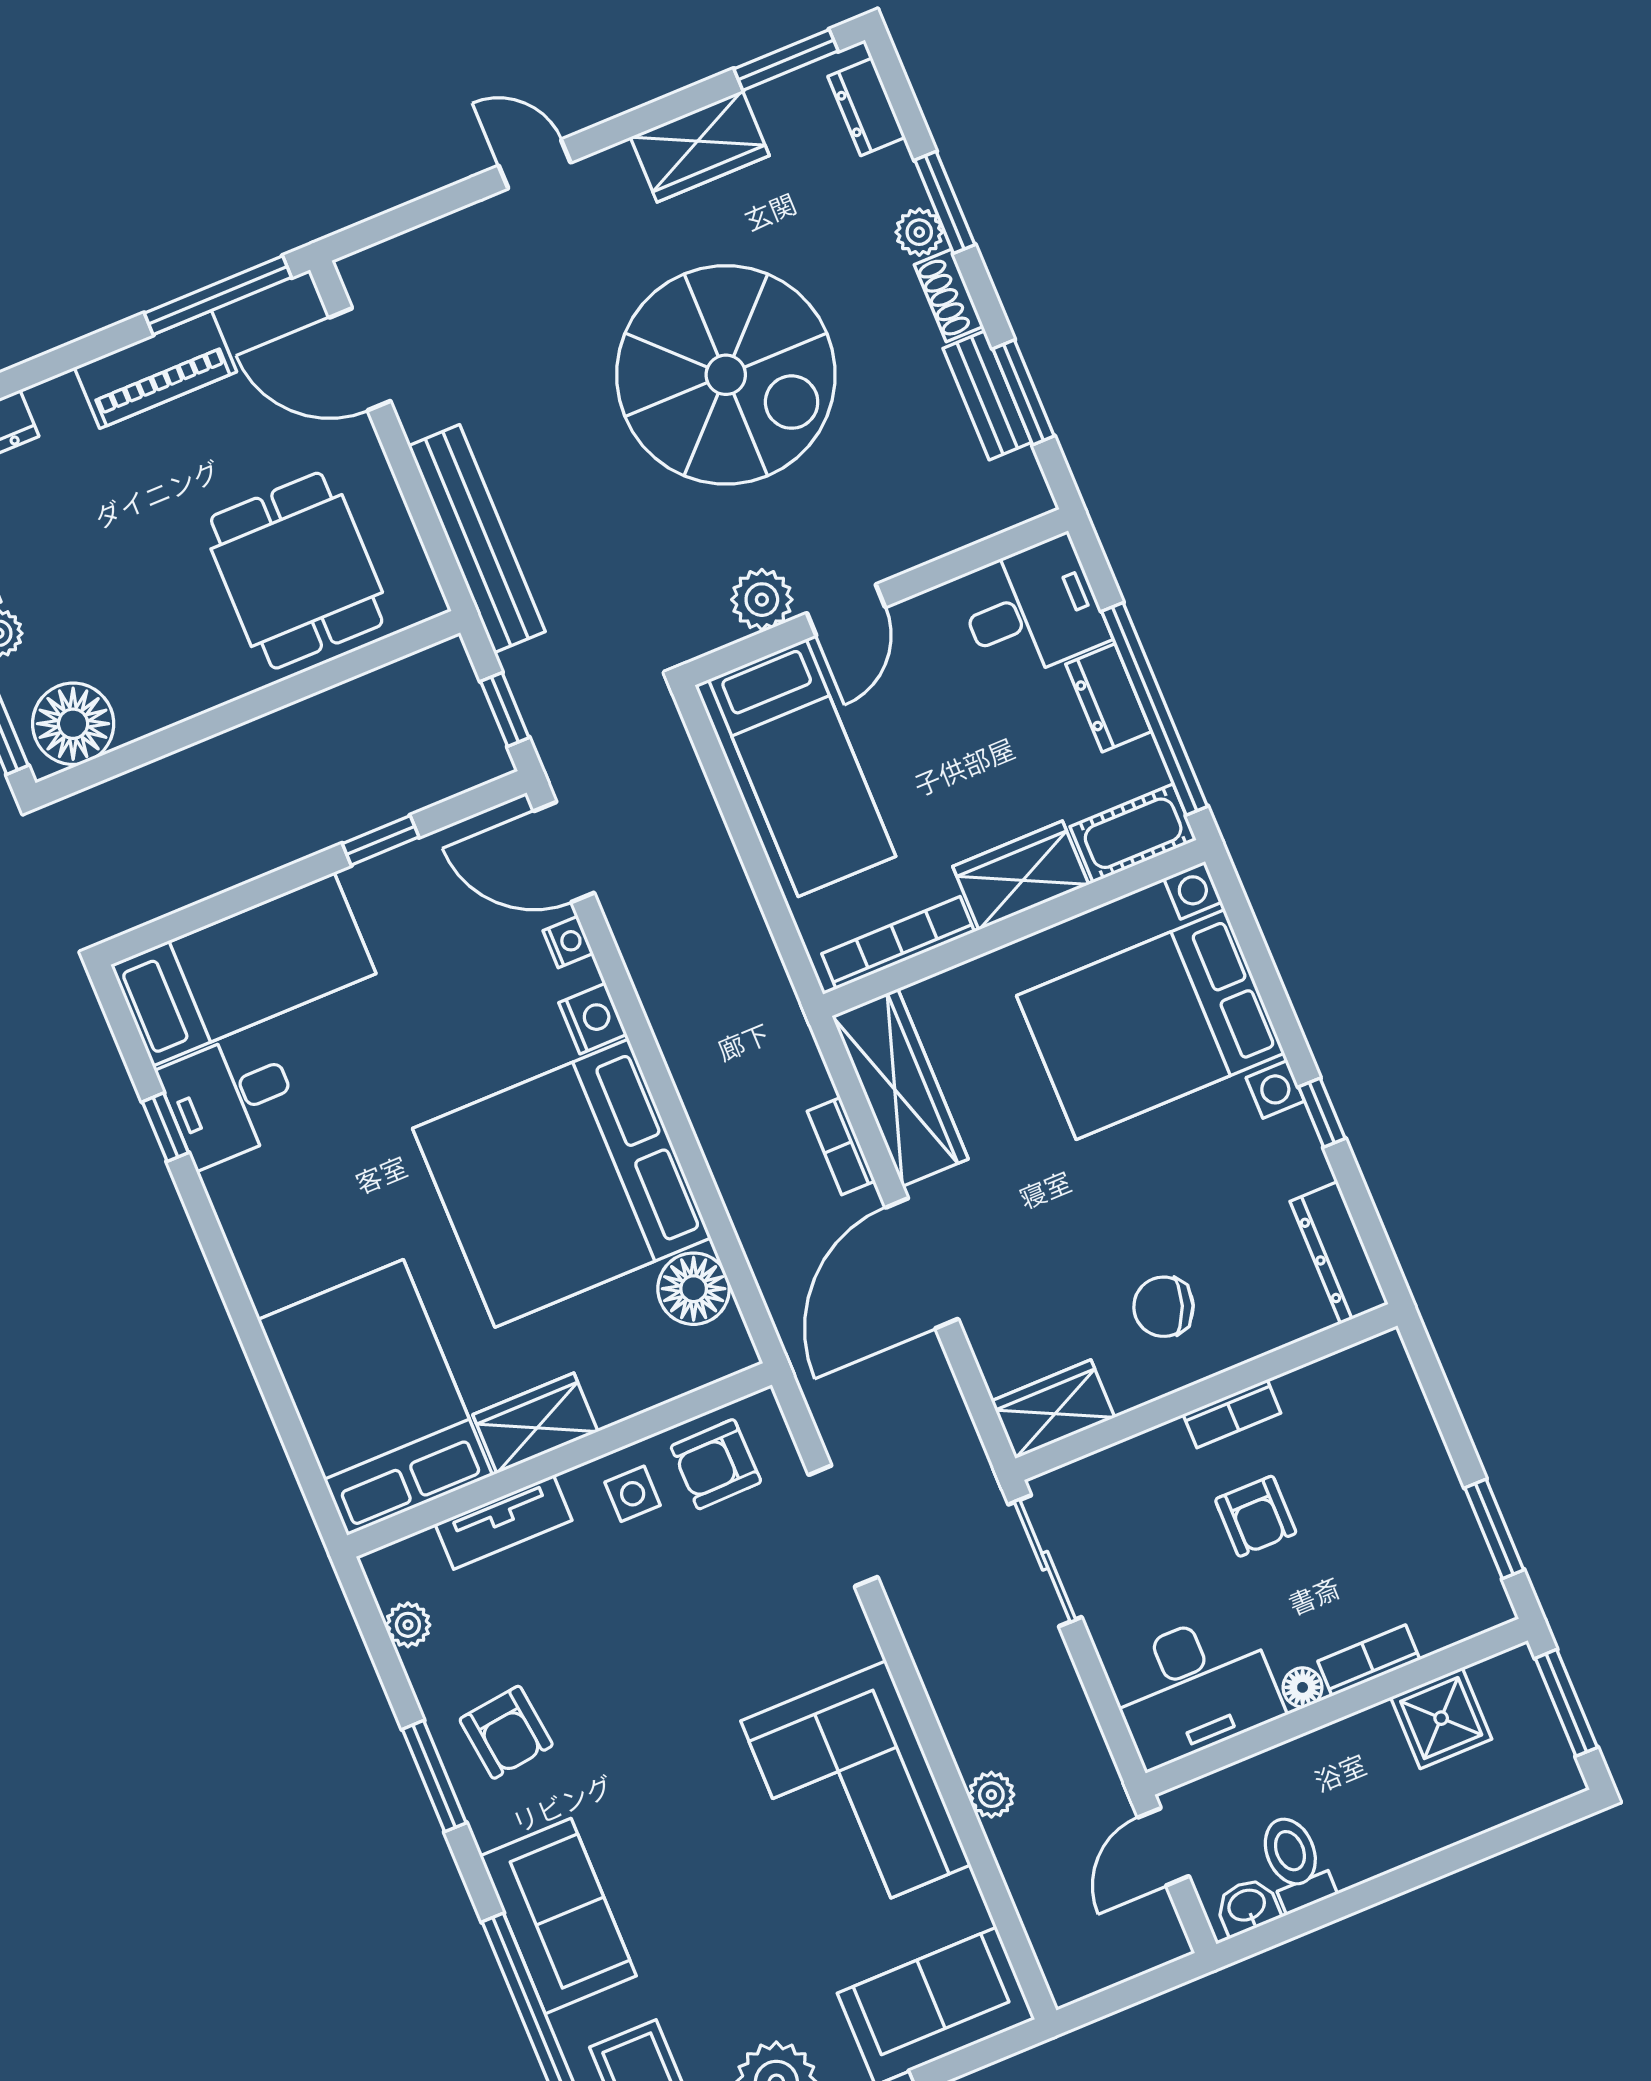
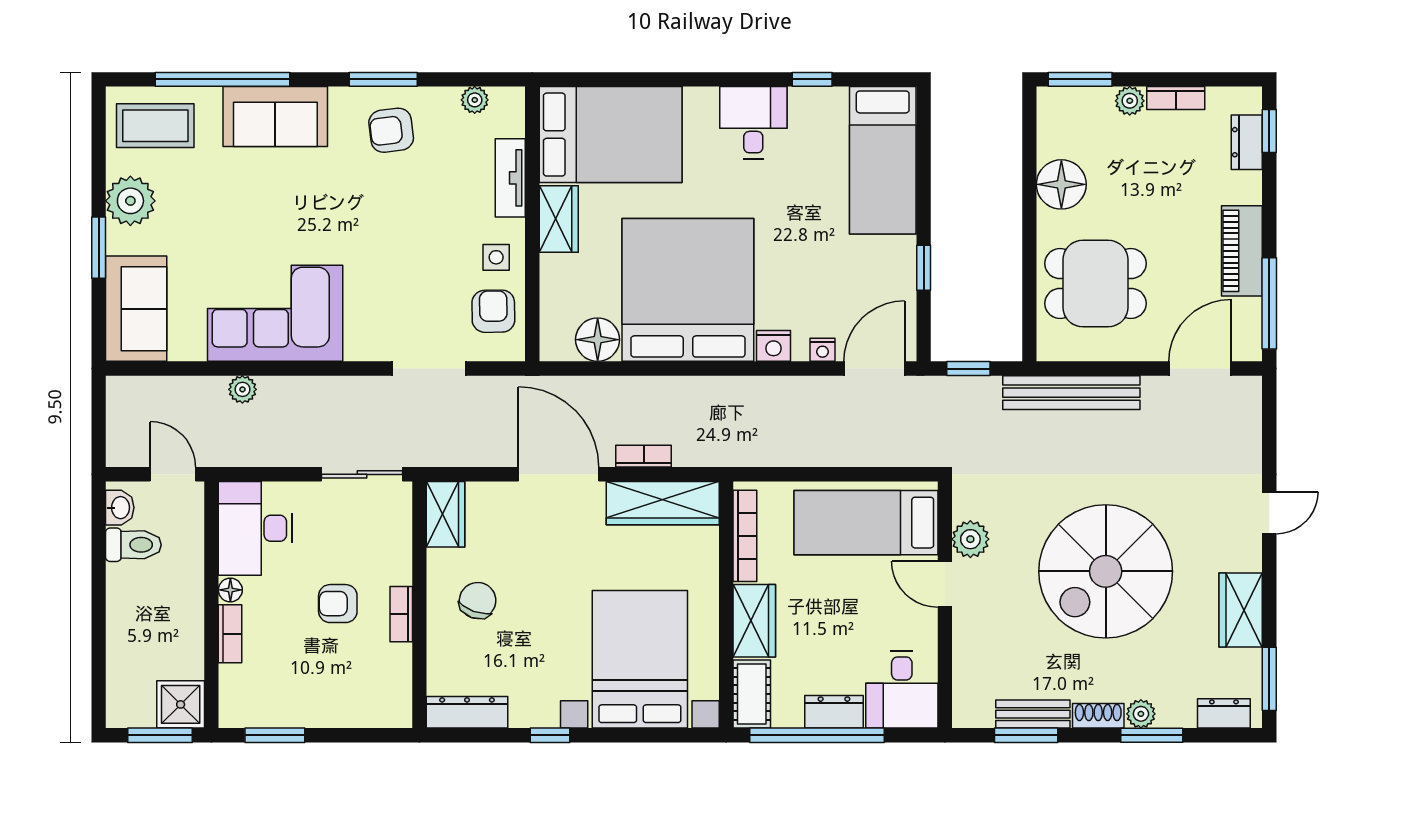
floor lamp: (73, 724) -> (1061, 184), moved
desk: (230, 1099) -> (753, 123), moved
shower: (1441, 1718) -> (181, 704), moved

